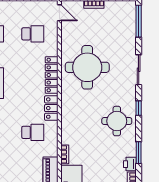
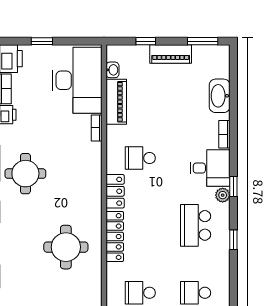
round table: (87, 67) -> (66, 247), width x0.73, depth x0.73

